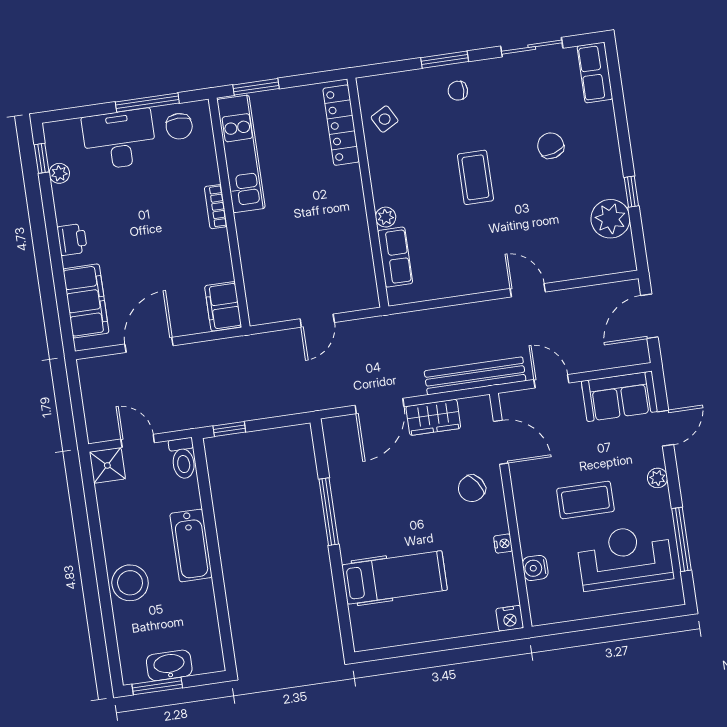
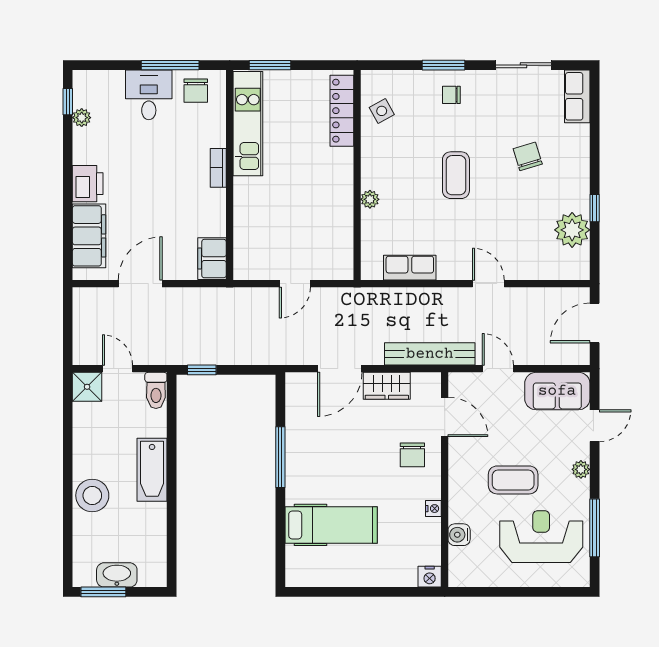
desk: (119, 139) -> (149, 95), width x0.73
printer: (72, 240) -> (88, 184), width x1.36, depth x1.24
row of seats: (395, 257) -> (410, 268), moved, turned -90
chair: (472, 488) -> (412, 455), turned -55

